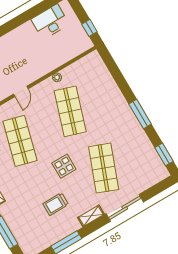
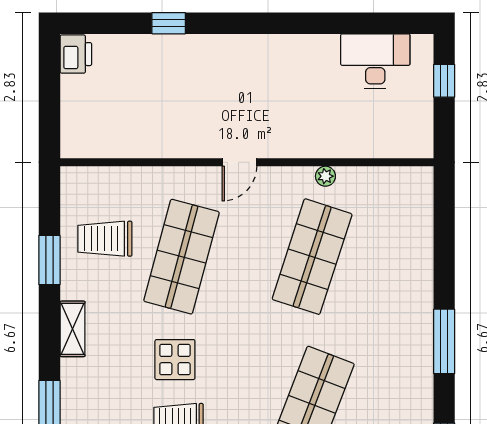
window: (89, 28) -> (444, 81), moved
display table: (64, 166) -> (175, 360), moved

